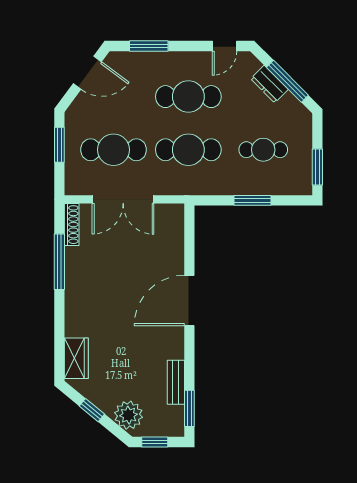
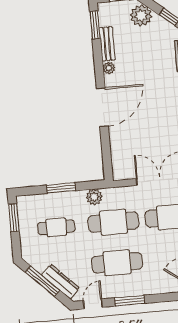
window: (149, 46) -> (130, 301), moved
dresser: (269, 84) -> (60, 281), width x1.44
plant: (210, 185) -> (94, 197), added
plant: (176, 351) -> (109, 68), added

